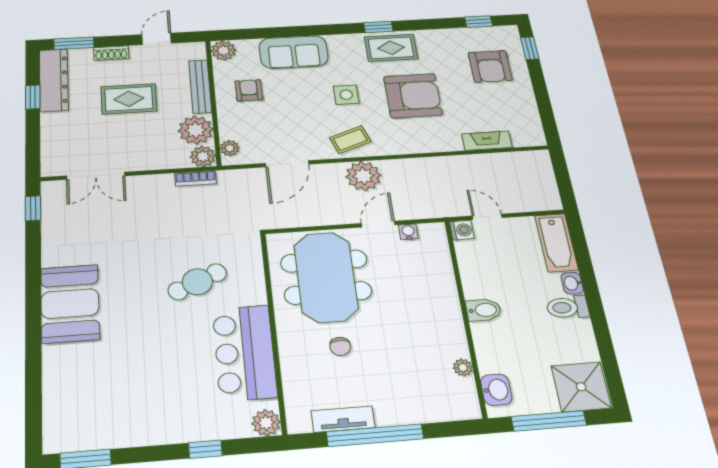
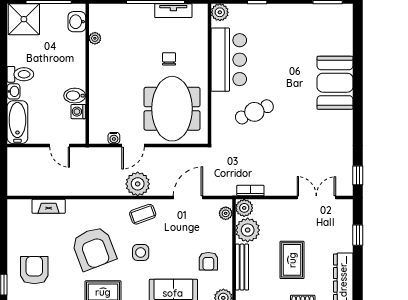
armchair: (413, 96) -> (94, 248), turned -111
window: (33, 97) -> (358, 235), moved
rug: (129, 99) -> (292, 260), turned 90
washing machine: (462, 230) -> (78, 112), moved
booth: (70, 304) -> (335, 83), moved
bidet: (484, 310) -> (75, 96), moved

